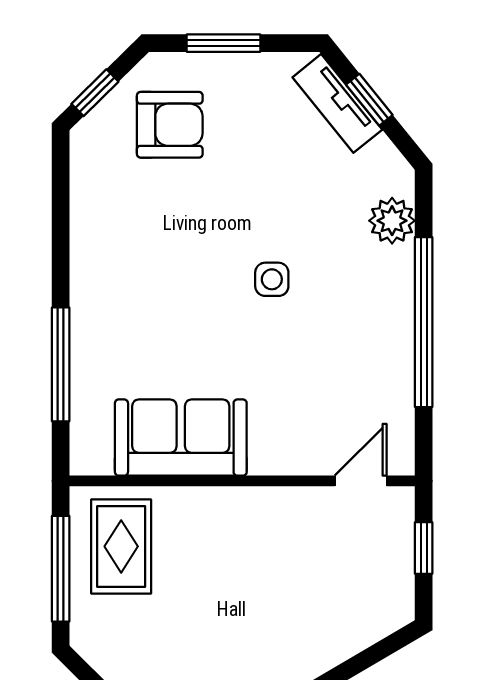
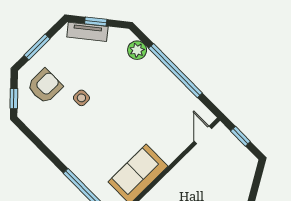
side table: (272, 279) -> (81, 98), moved

